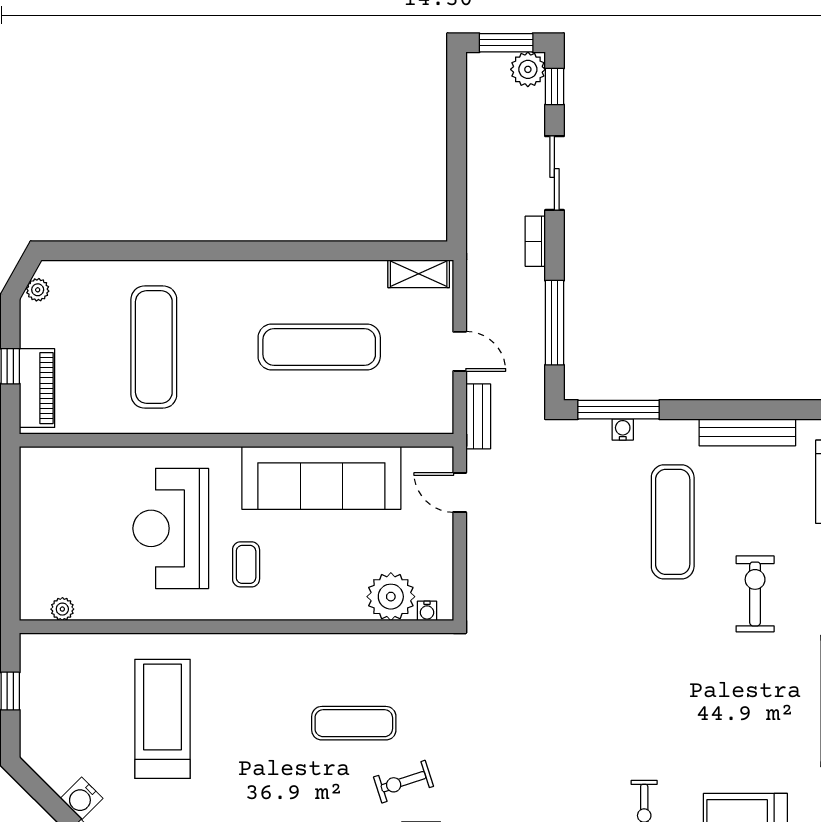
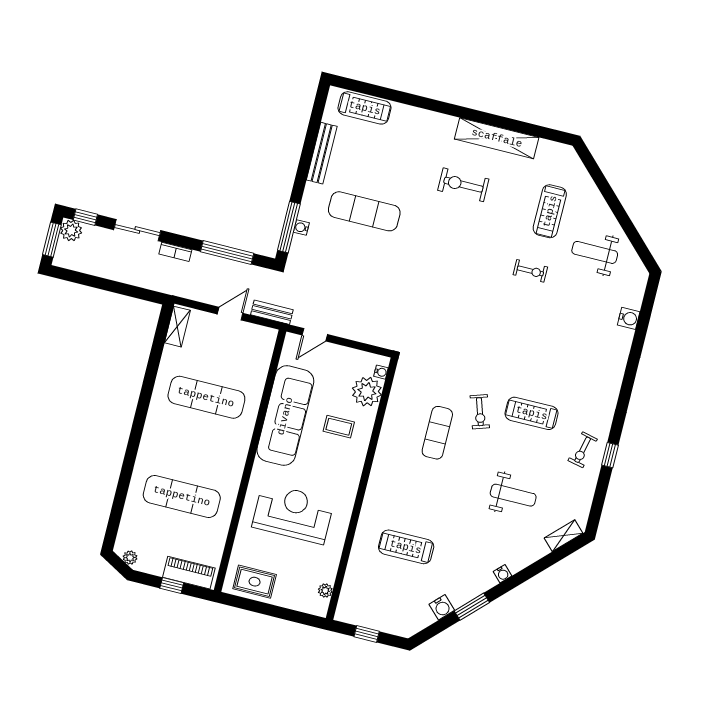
exercise mat: (319, 347) -> (206, 397), turned 90
rug: (49, 495) -> (255, 582), added
reception desk: (171, 528) -> (293, 513), turned 180
coffee table: (246, 564) -> (339, 427), moved
exercise bike: (755, 594) -> (463, 185), moved
treadmill: (162, 719) -> (406, 547), width x0.73, depth x0.73

